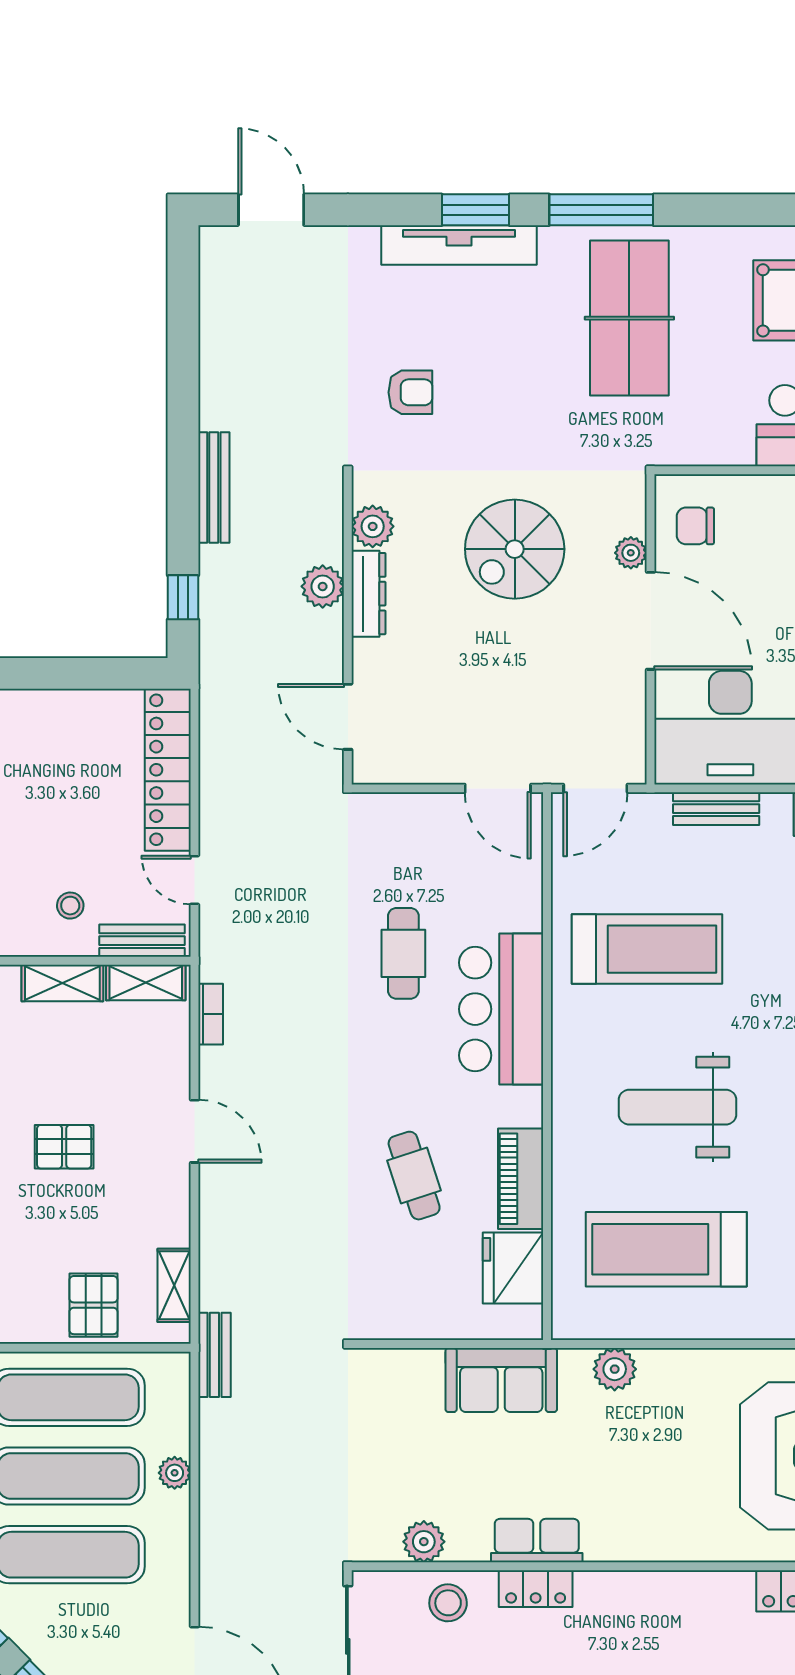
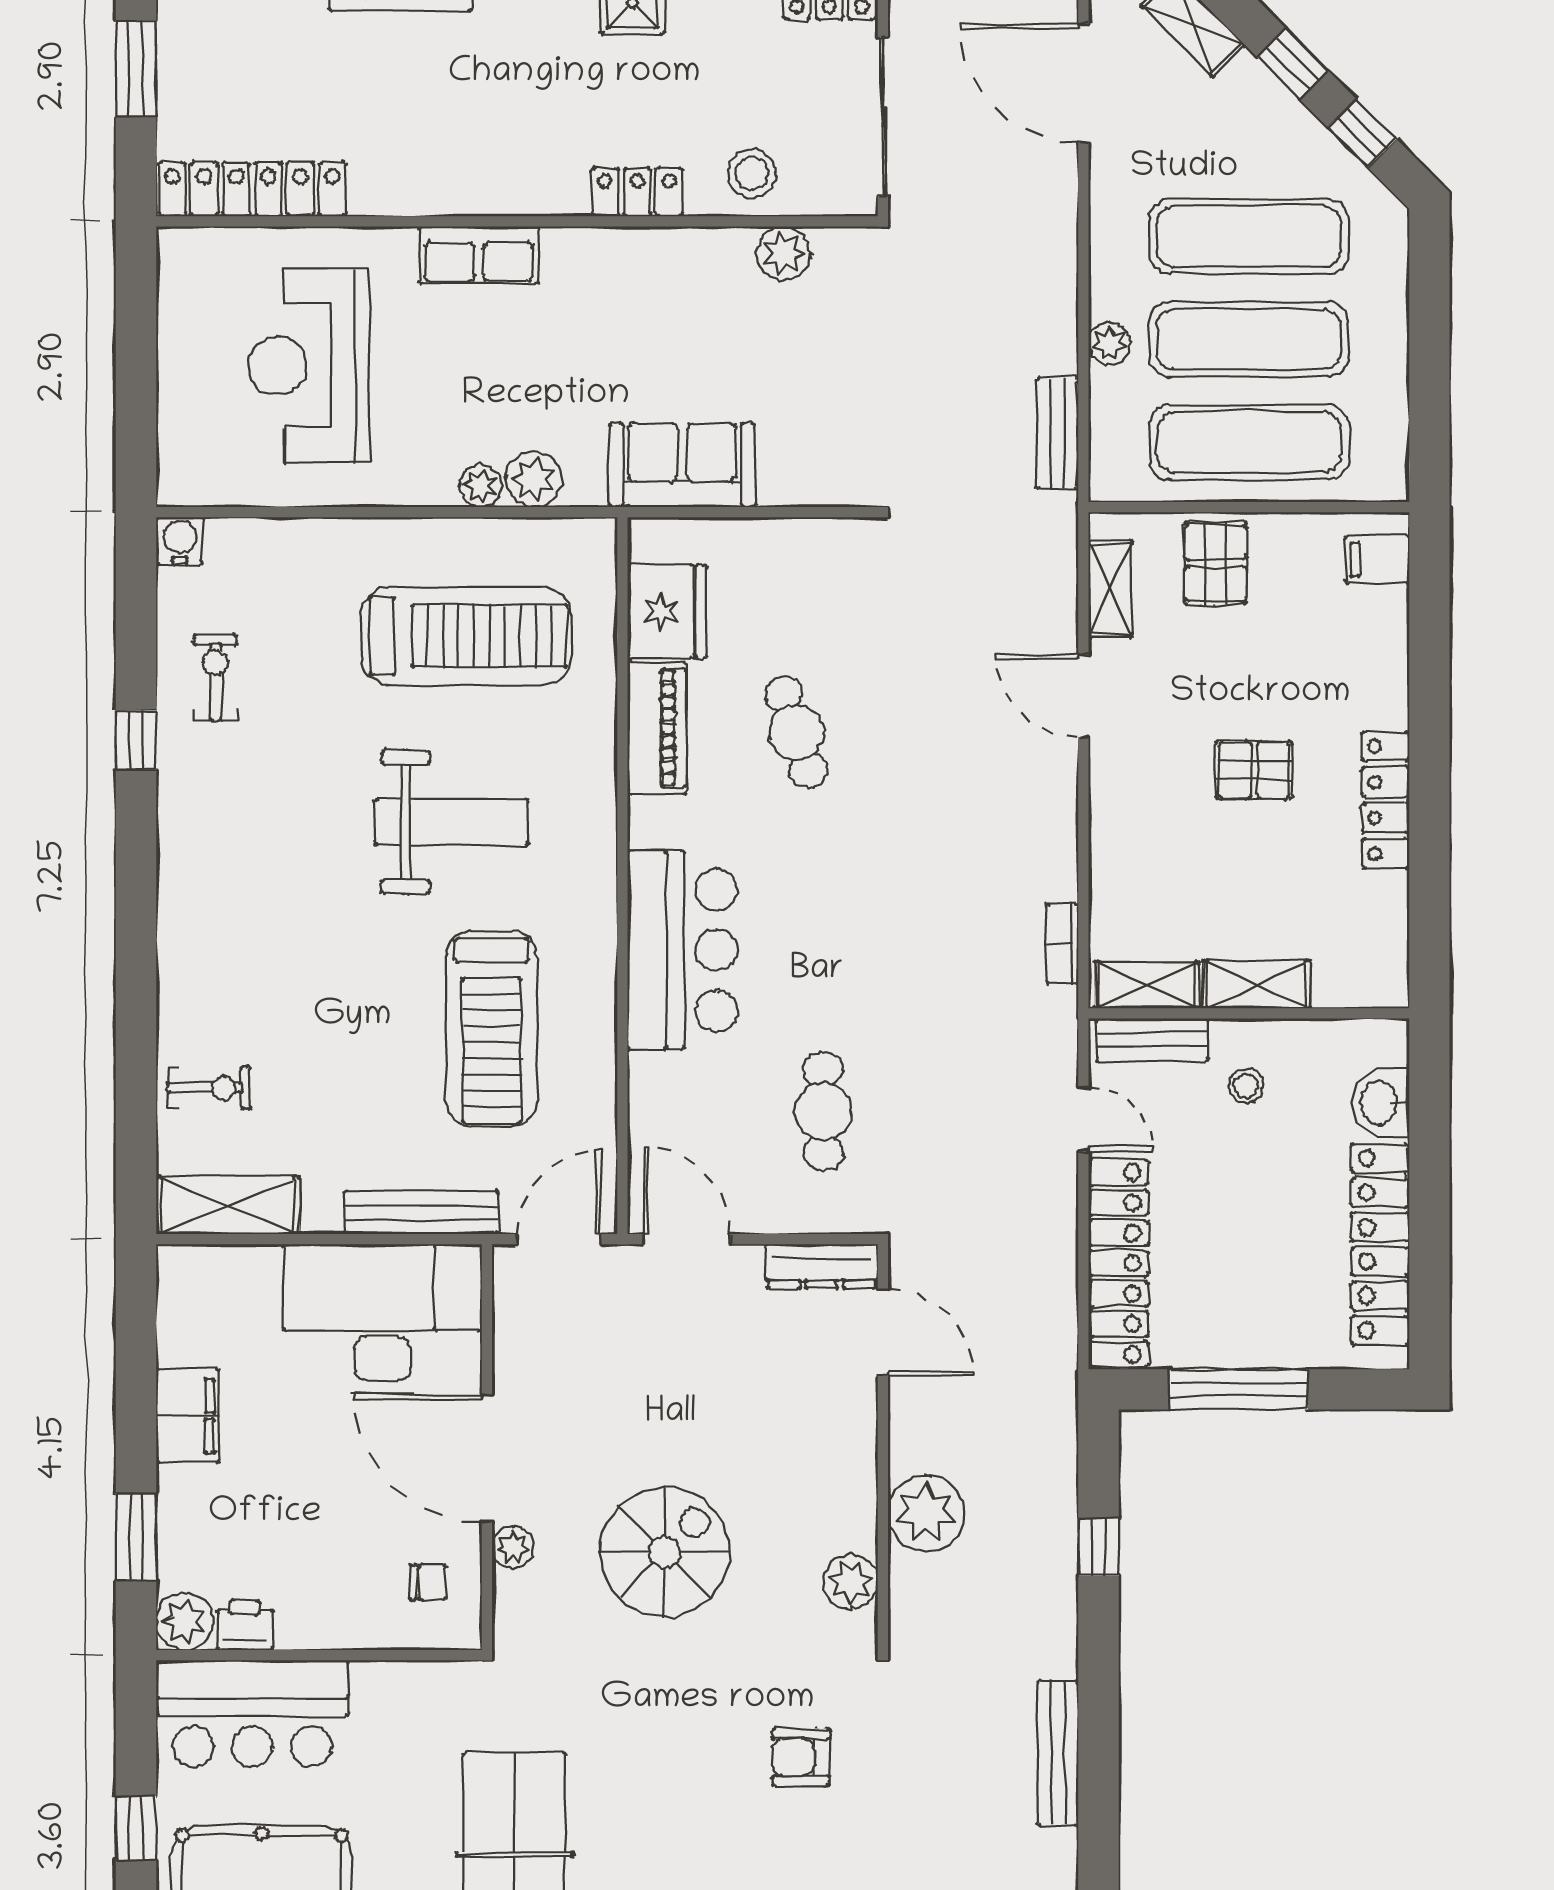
bench: (214, 488) -> (1058, 1753), moved
chair: (695, 526) -> (428, 1582), width x0.73, depth x0.73
plant: (323, 586) -> (926, 1513), width x1.36, depth x1.36
dresser: (368, 594) -> (822, 1266), moved, turned -90
window: (183, 597) -> (1099, 1547), moved
window: (76, 673) -> (1239, 1389), added
bench: (716, 809) -> (422, 1212), width x1.36
treadmill: (647, 949) -> (491, 1029), turned -90
cafe table: (403, 953) -> (823, 1111), moved
door: (194, 1131) -> (1083, 696), moved
bench: (214, 1355) -> (1057, 434), moved
plant: (655, 1364) -> (481, 486), added
row of seats: (537, 1541) -> (479, 255), moved

